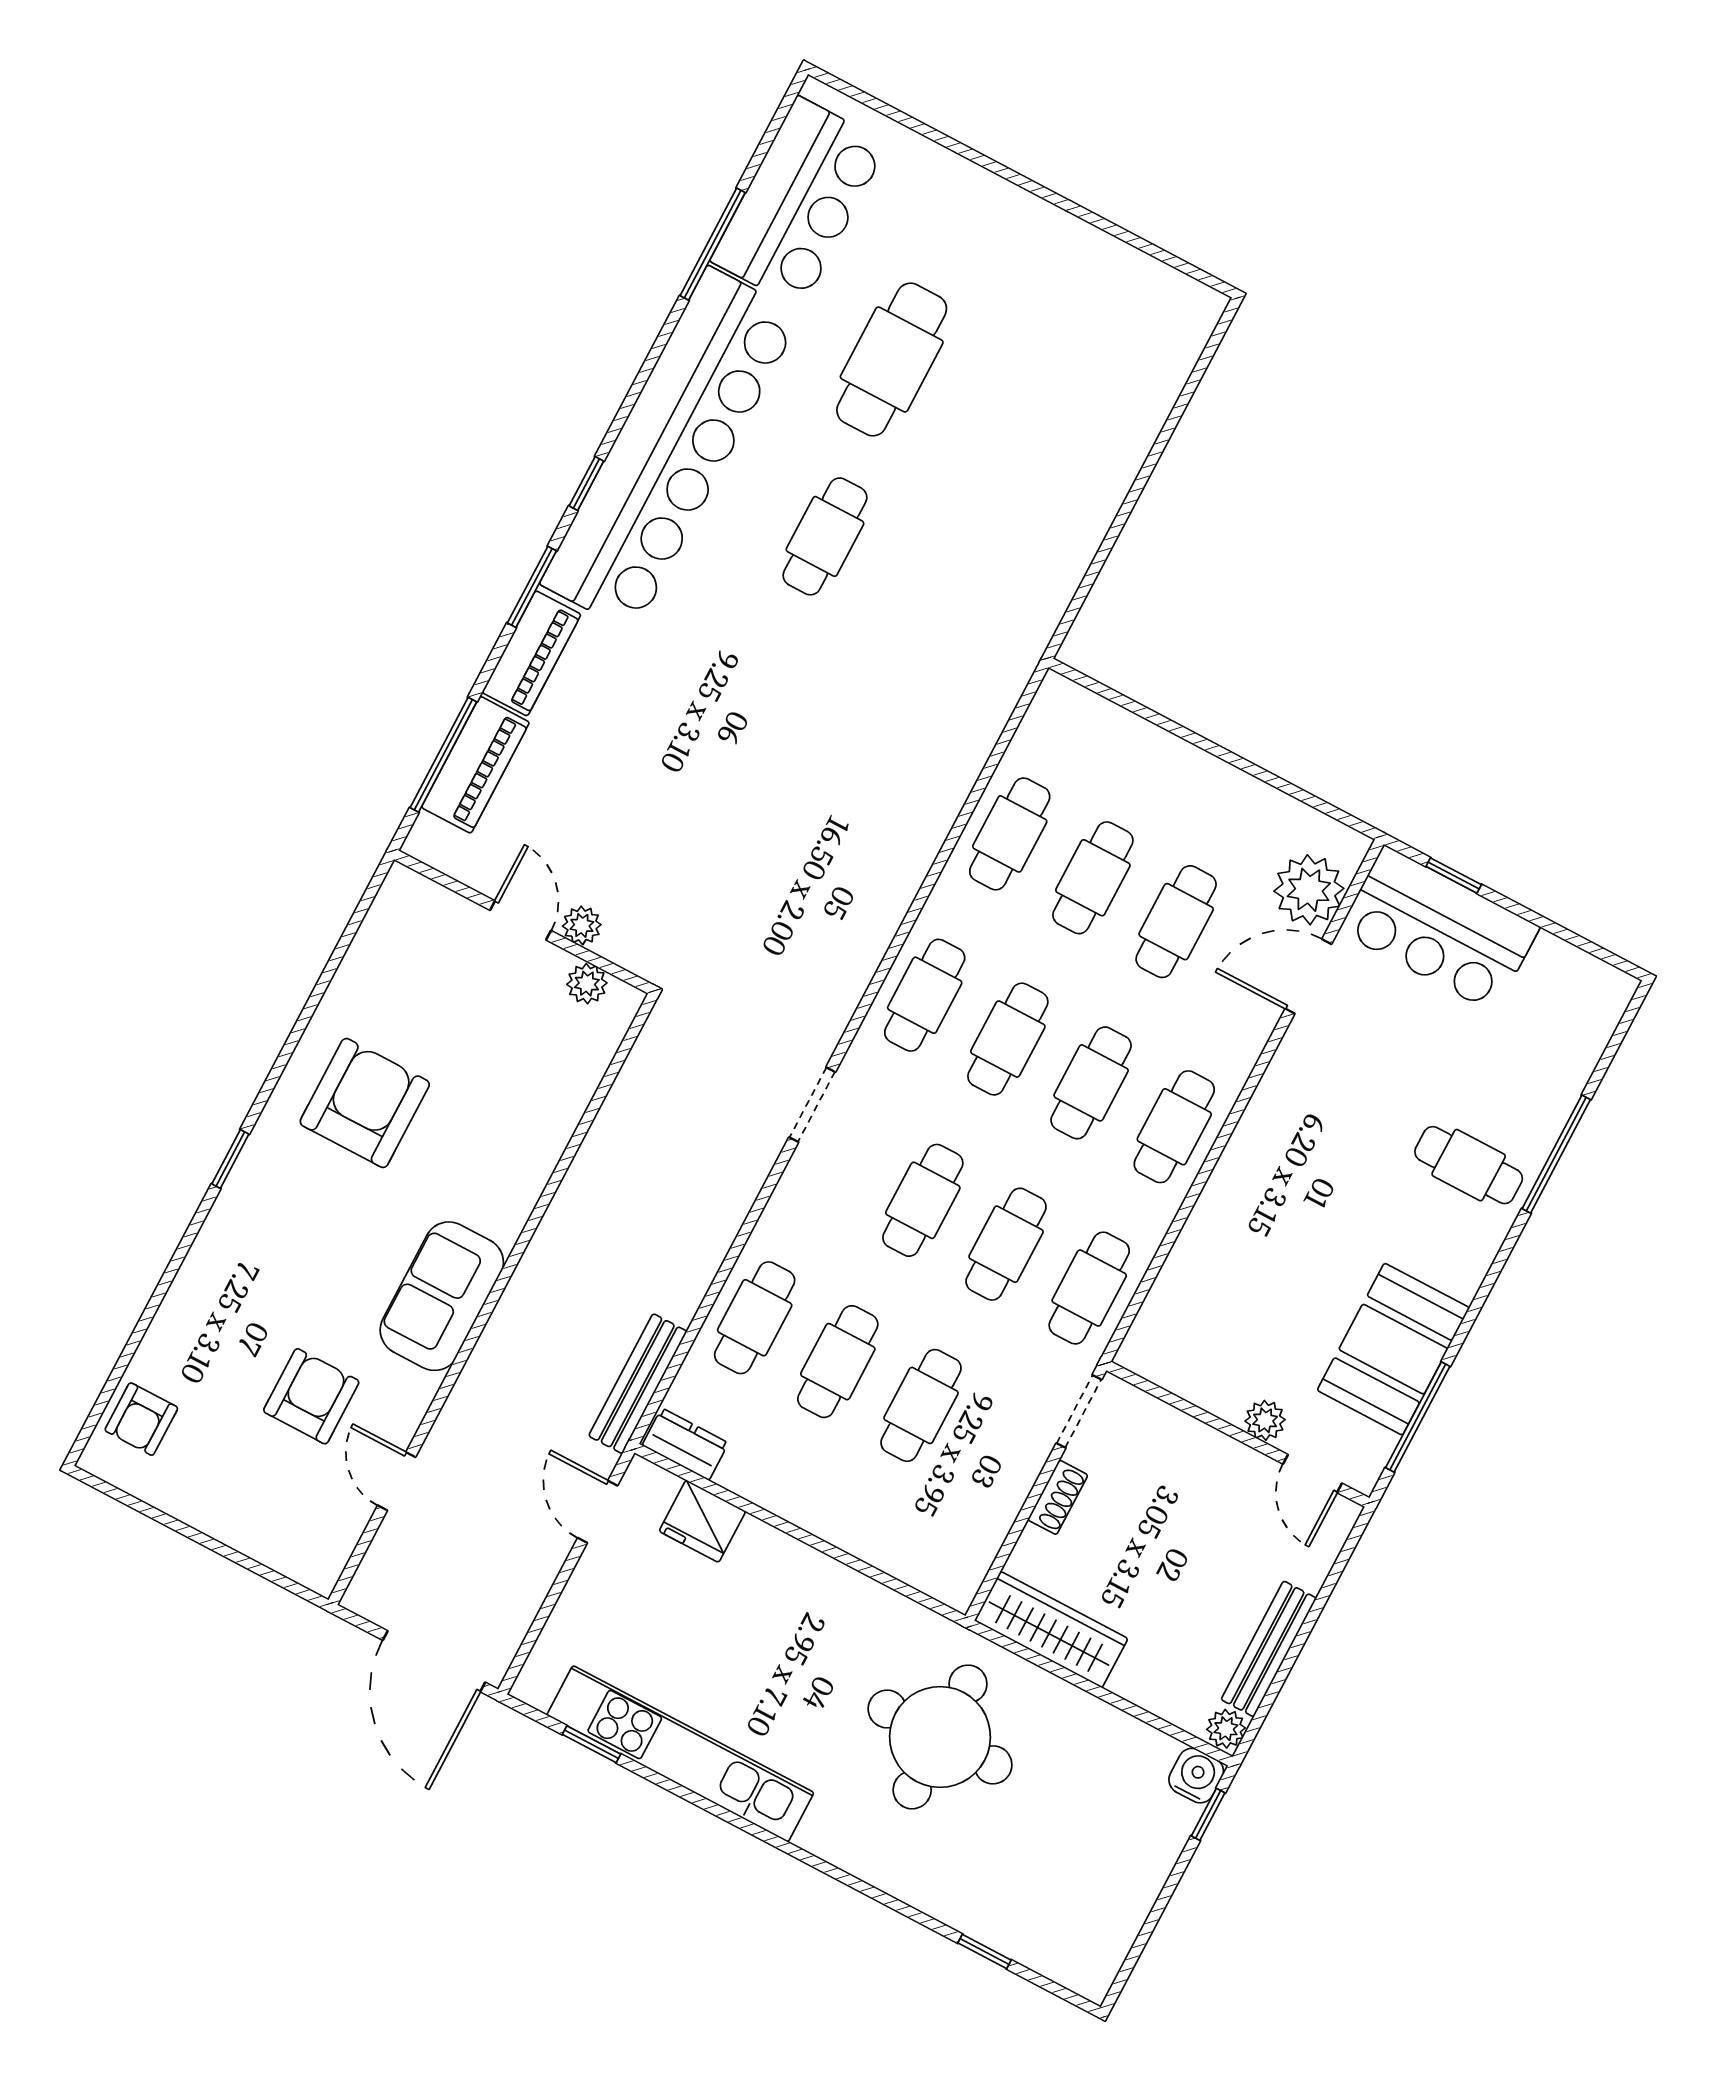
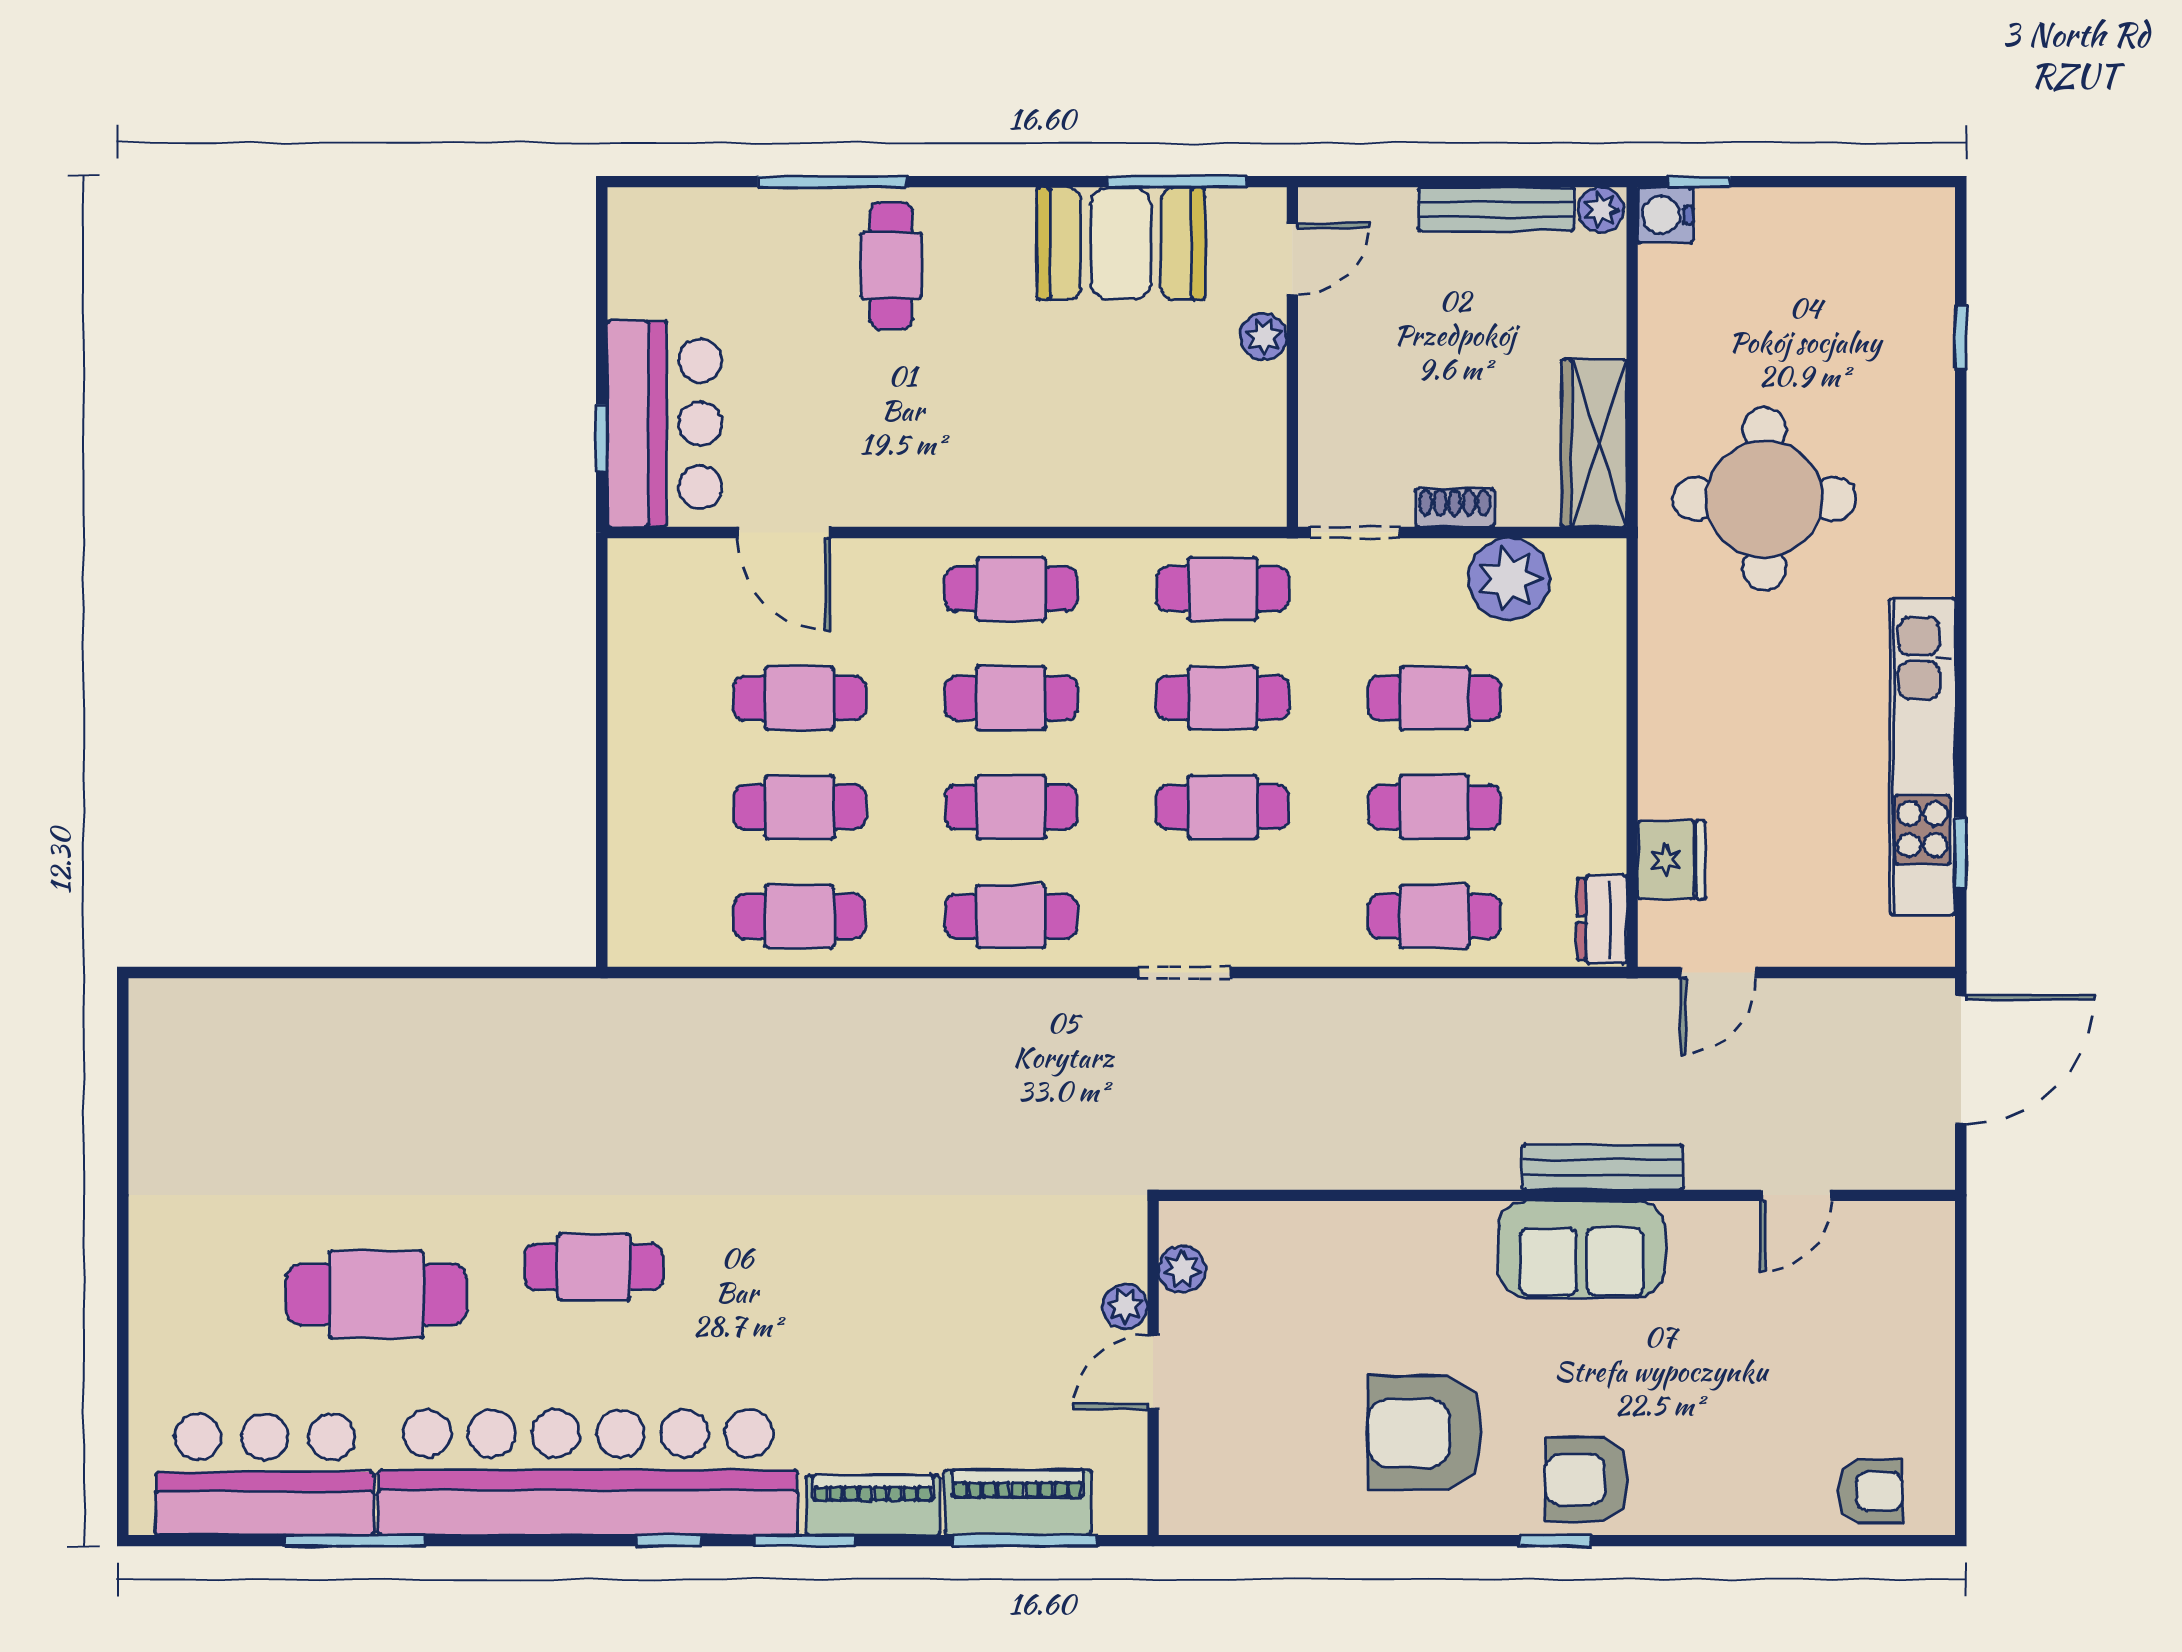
plant: (1309, 890) -> (1509, 579), moved
bench: (638, 1384) -> (1603, 1167), moved
armchair: (311, 1396) -> (1587, 1479), moved

